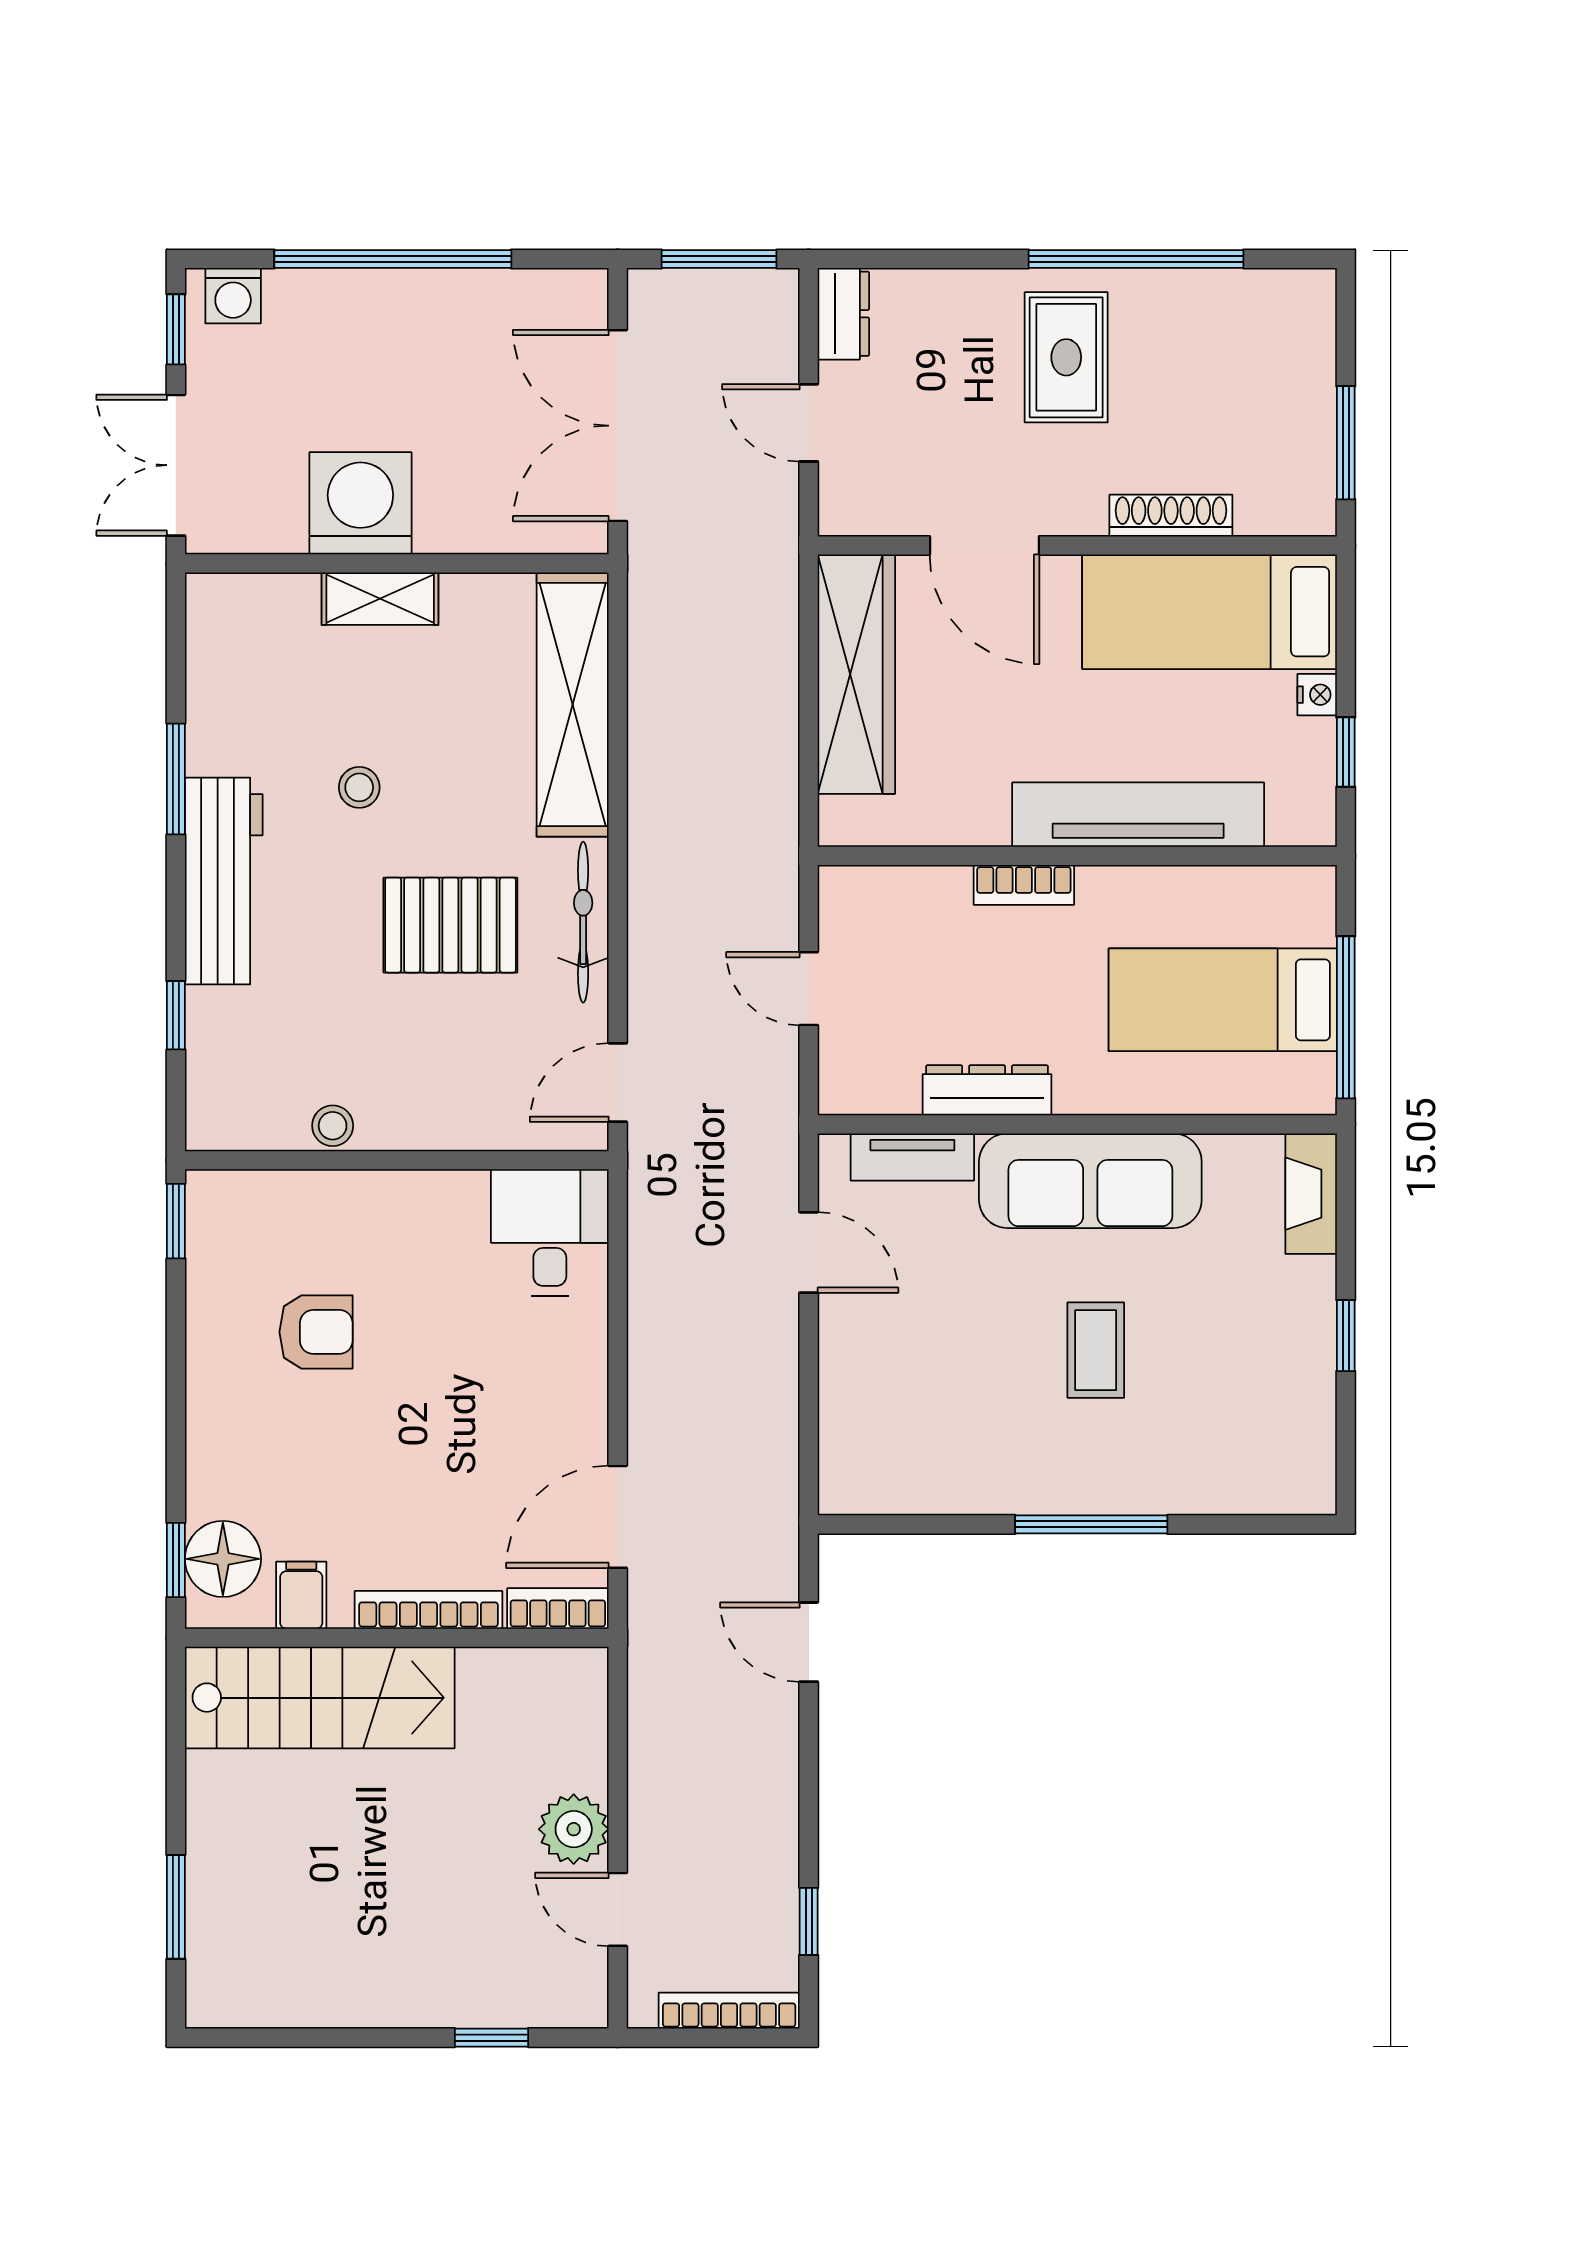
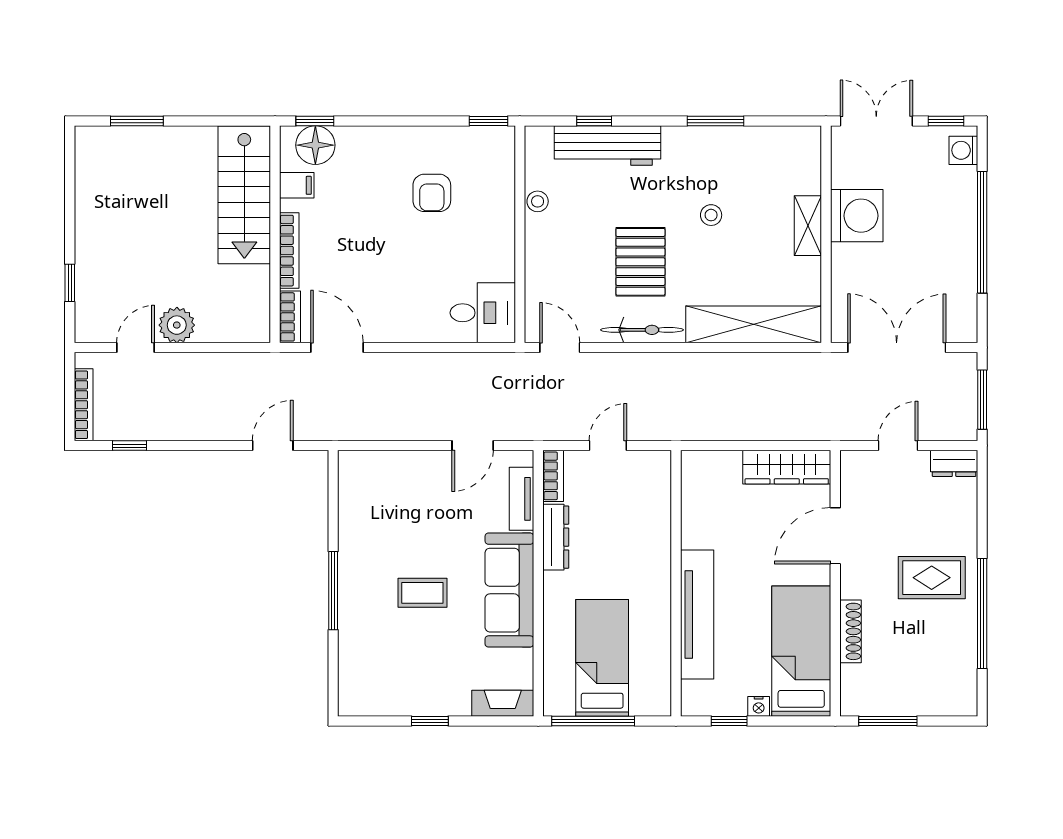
wardrobe: (856, 674) -> (787, 467), width x0.71, depth x0.85
workbench: (224, 881) -> (607, 146), moved
bookcase: (1024, 885) -> (553, 476), moved, turned 180

